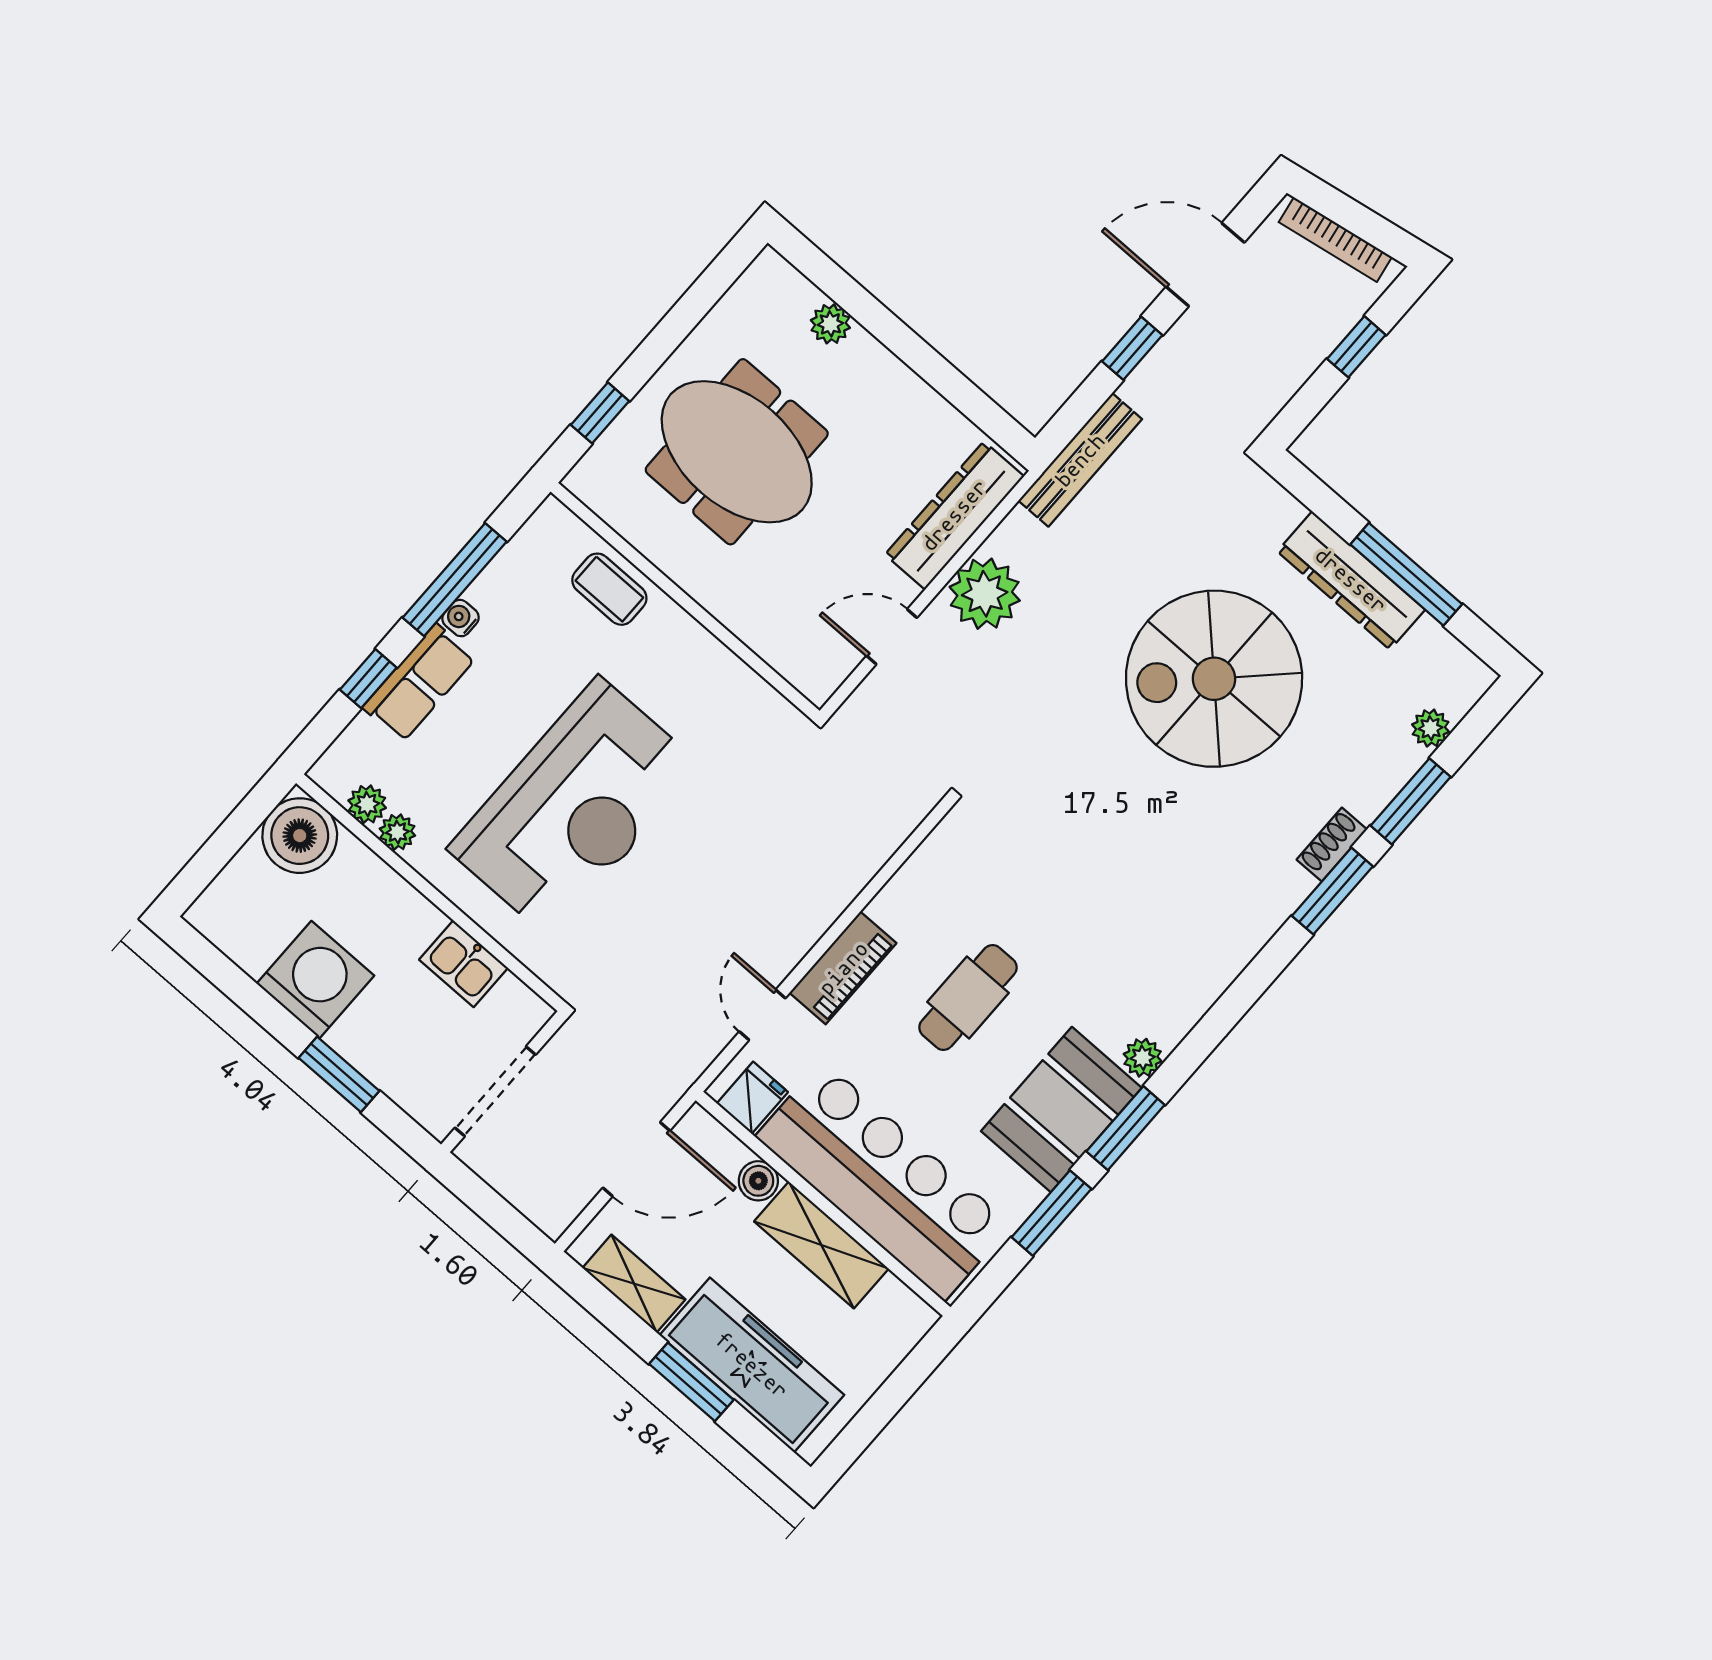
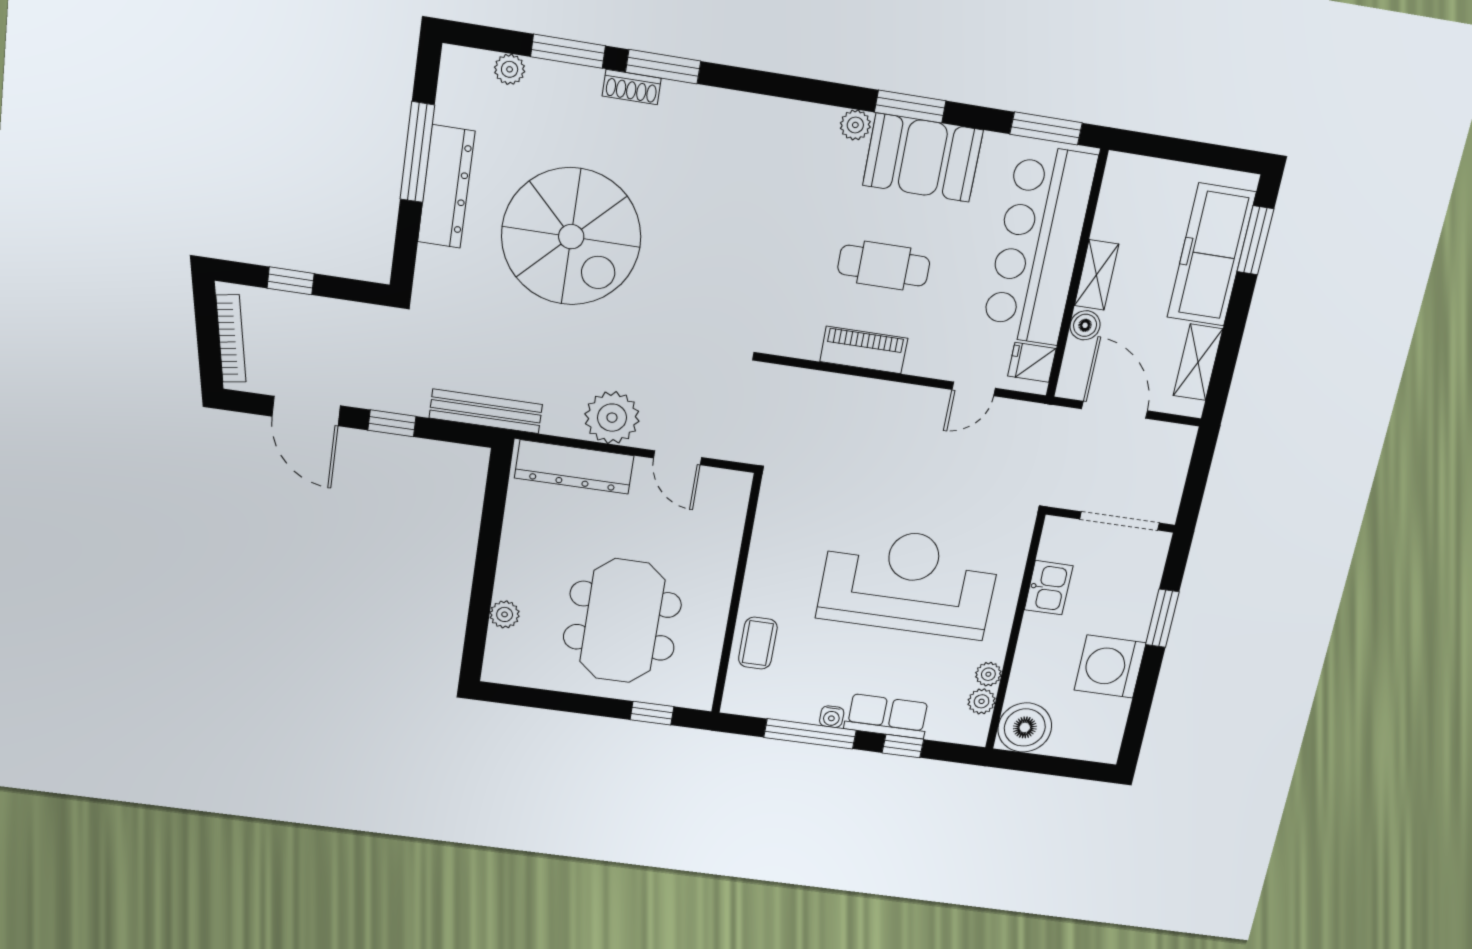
piano: (843, 968) -> (864, 350), moved
window: (1051, 1213) -> (1046, 128), moved
shelving: (821, 1245) -> (1097, 275), width x0.67, depth x0.75
window: (691, 1382) -> (1255, 240), moved

